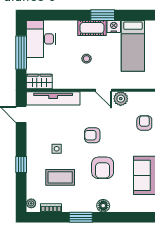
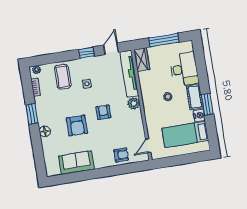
desk: (41, 39) -> (184, 69), moved, turned 90
door: (103, 90) -> (148, 146), moved
plant: (121, 99) -> (134, 103), moved
window: (21, 164) -> (86, 53), moved
armchair: (103, 168) -> (77, 126), turned -90
coffee table: (60, 177) -> (63, 77), moved

